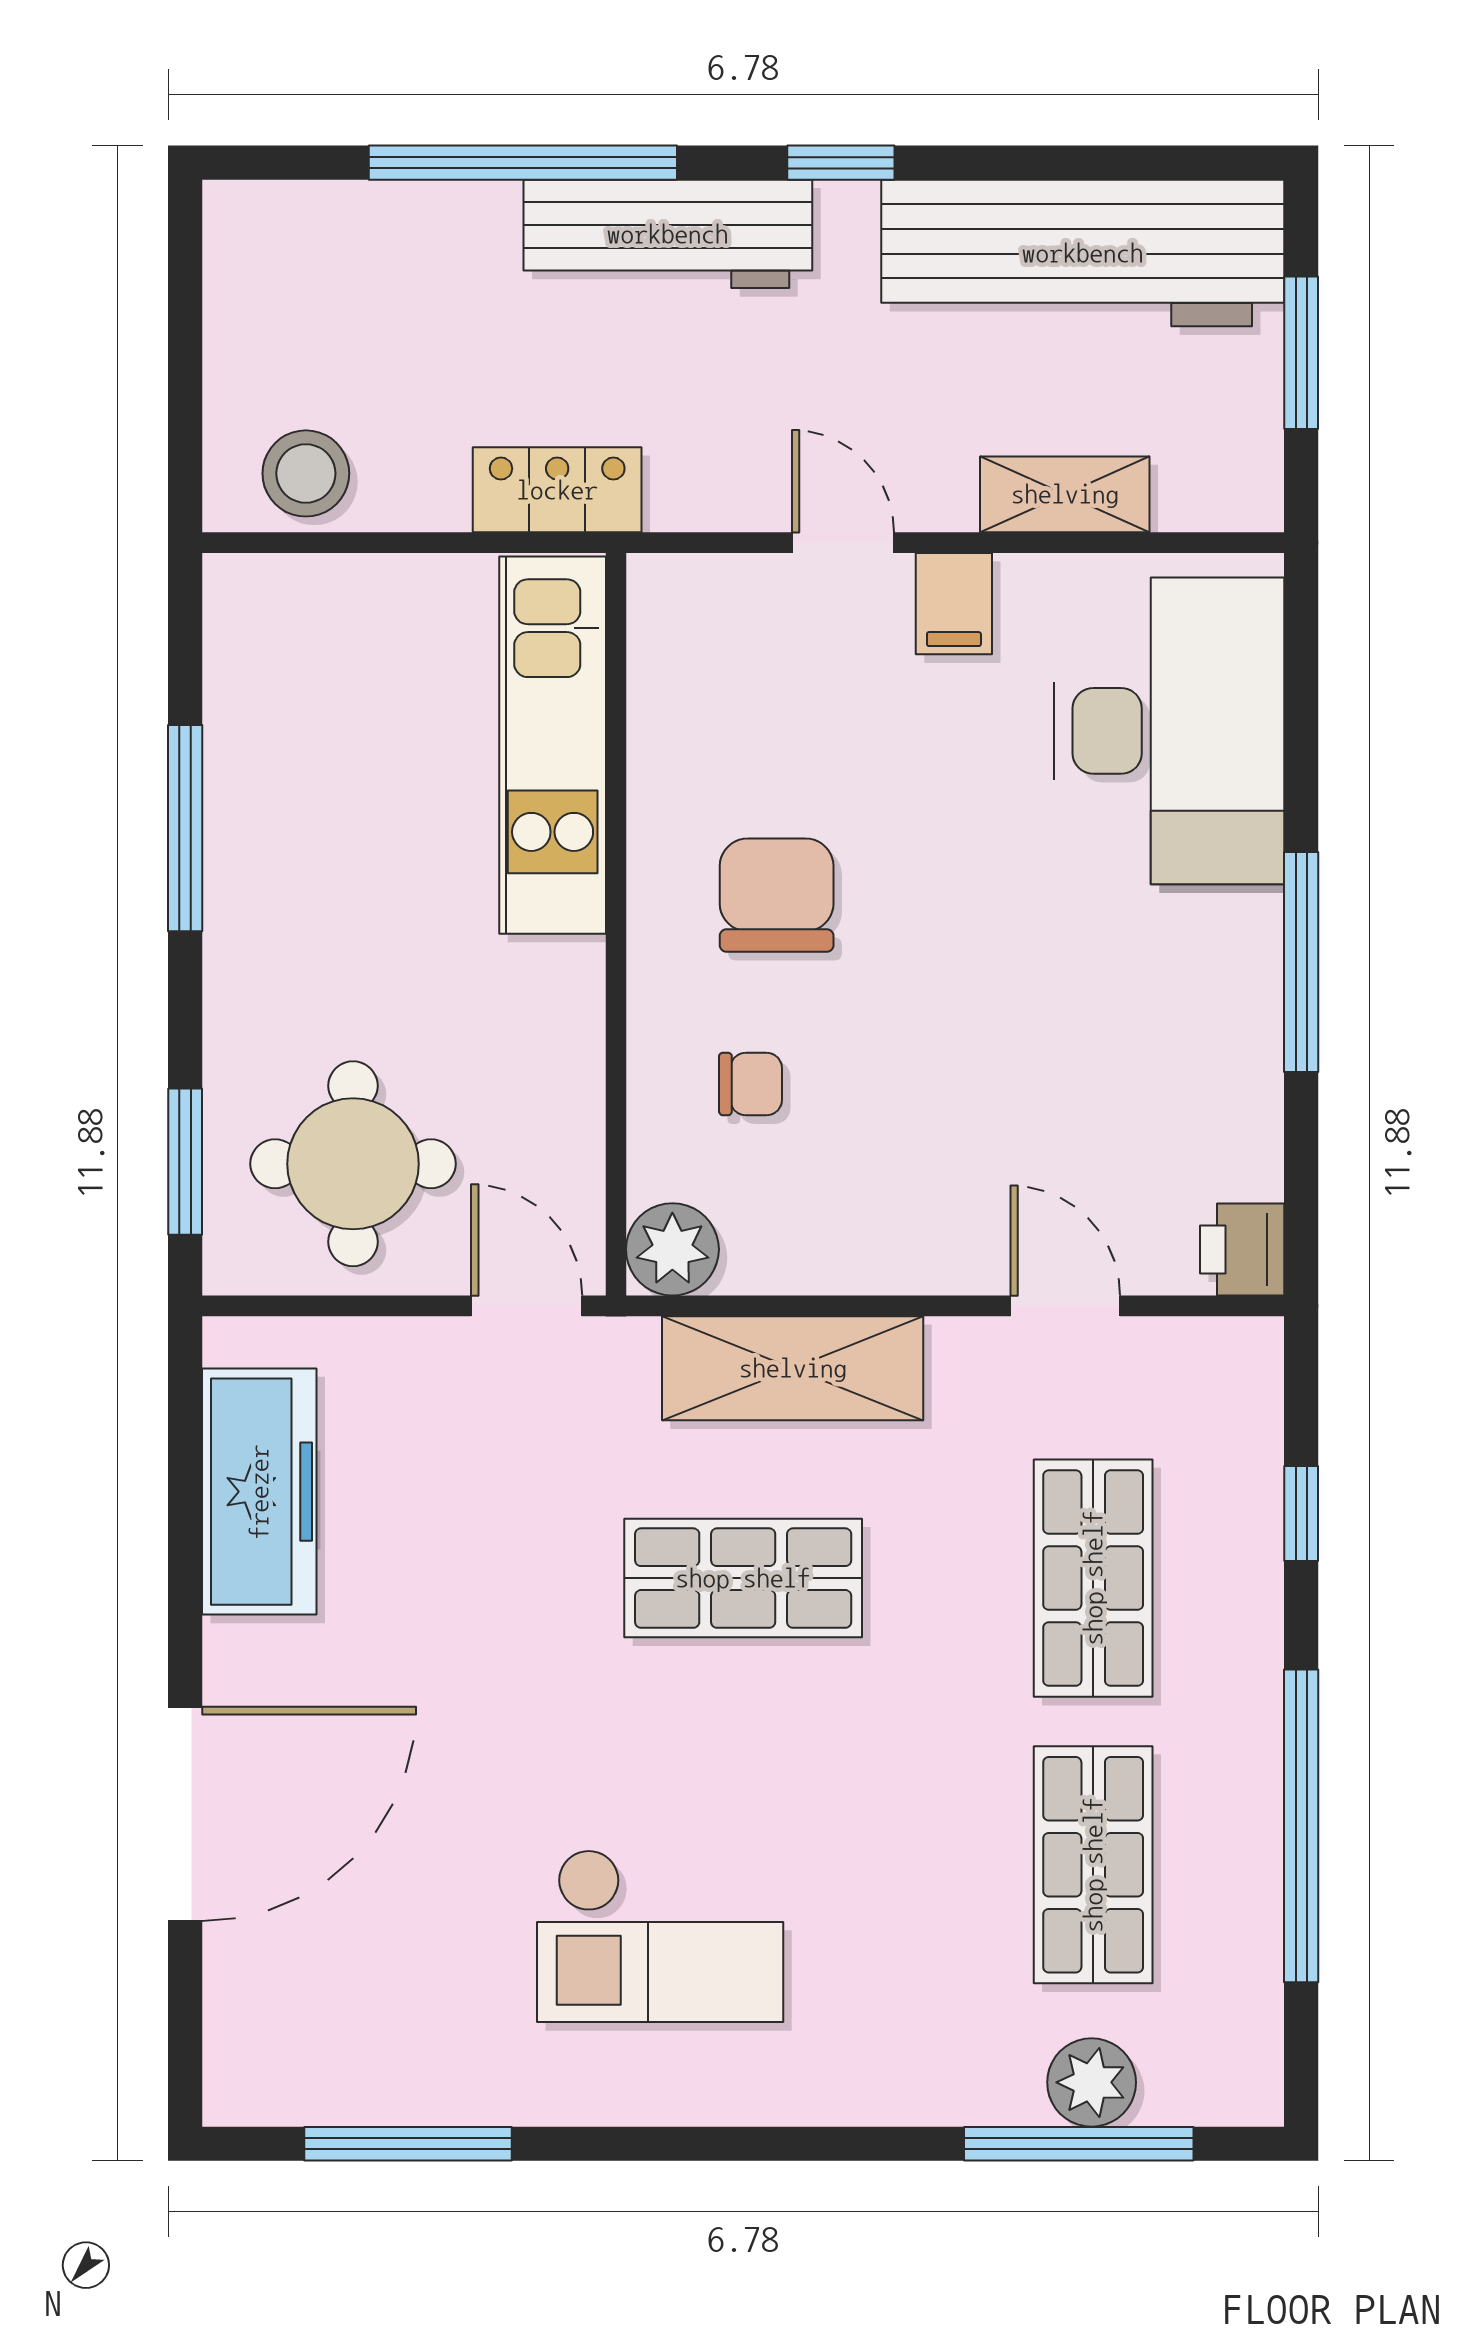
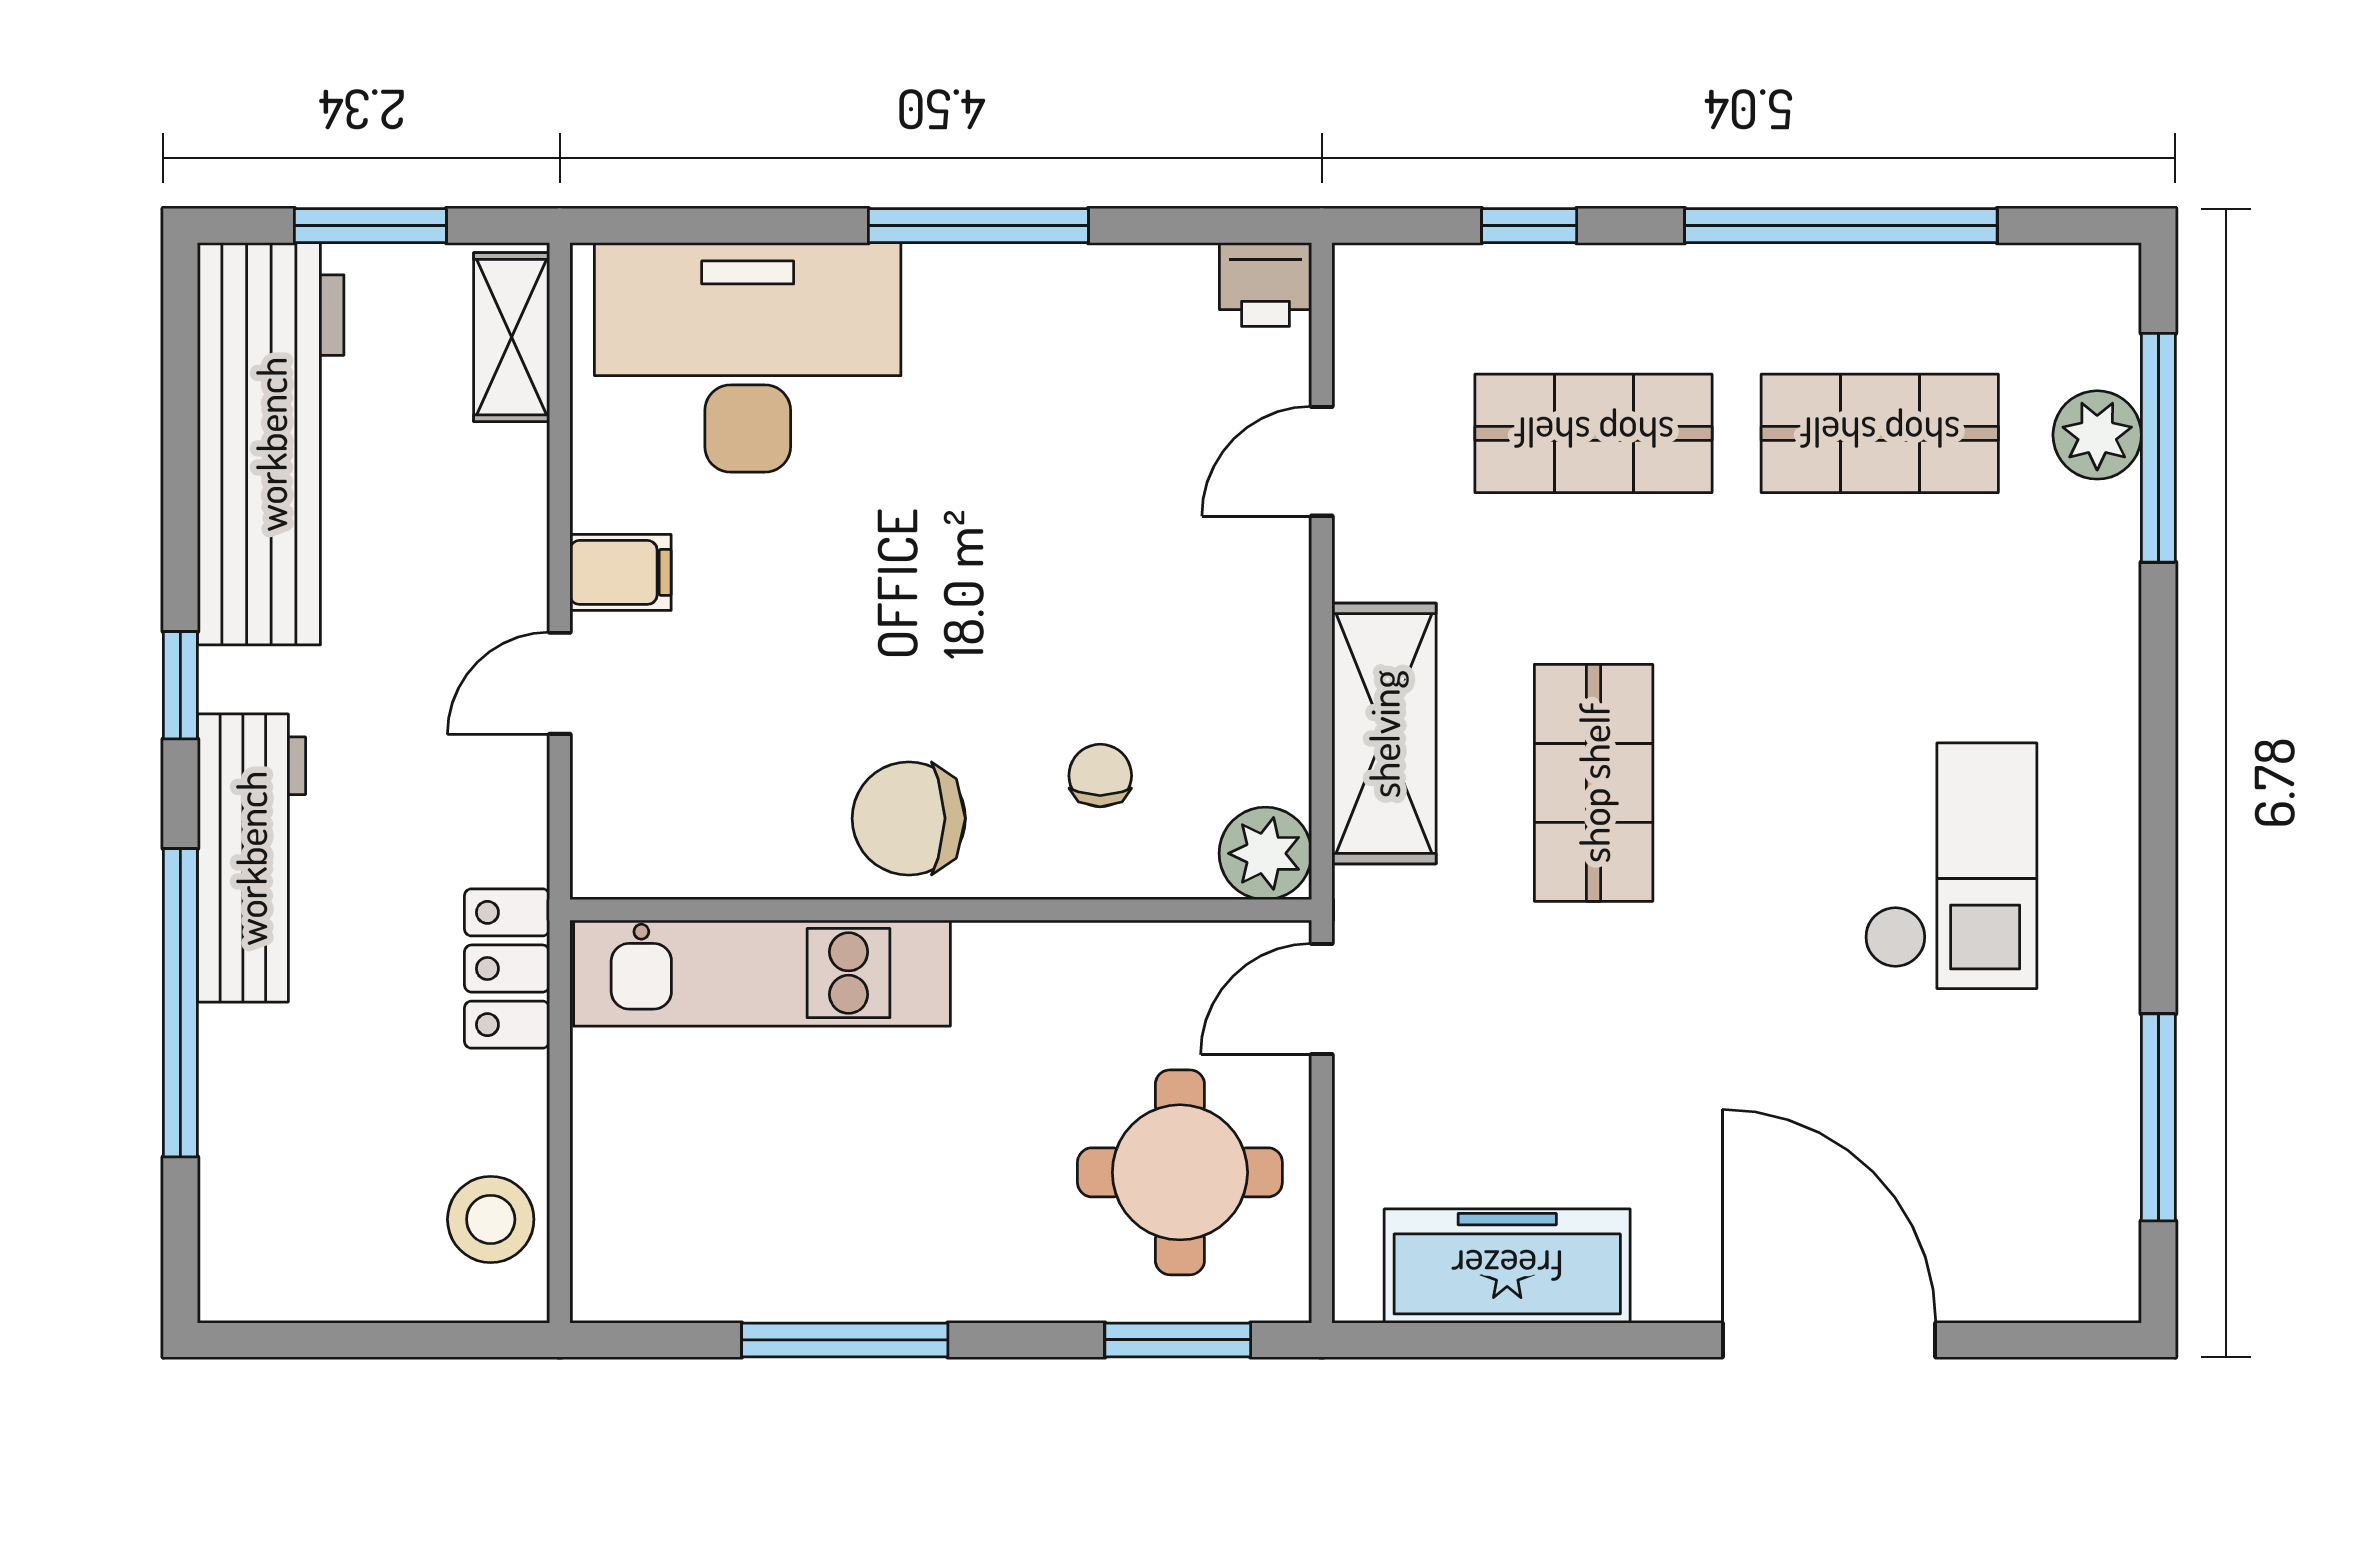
shelving: (1065, 494) -> (512, 337), moved
chair: (777, 895) -> (909, 818), moved

